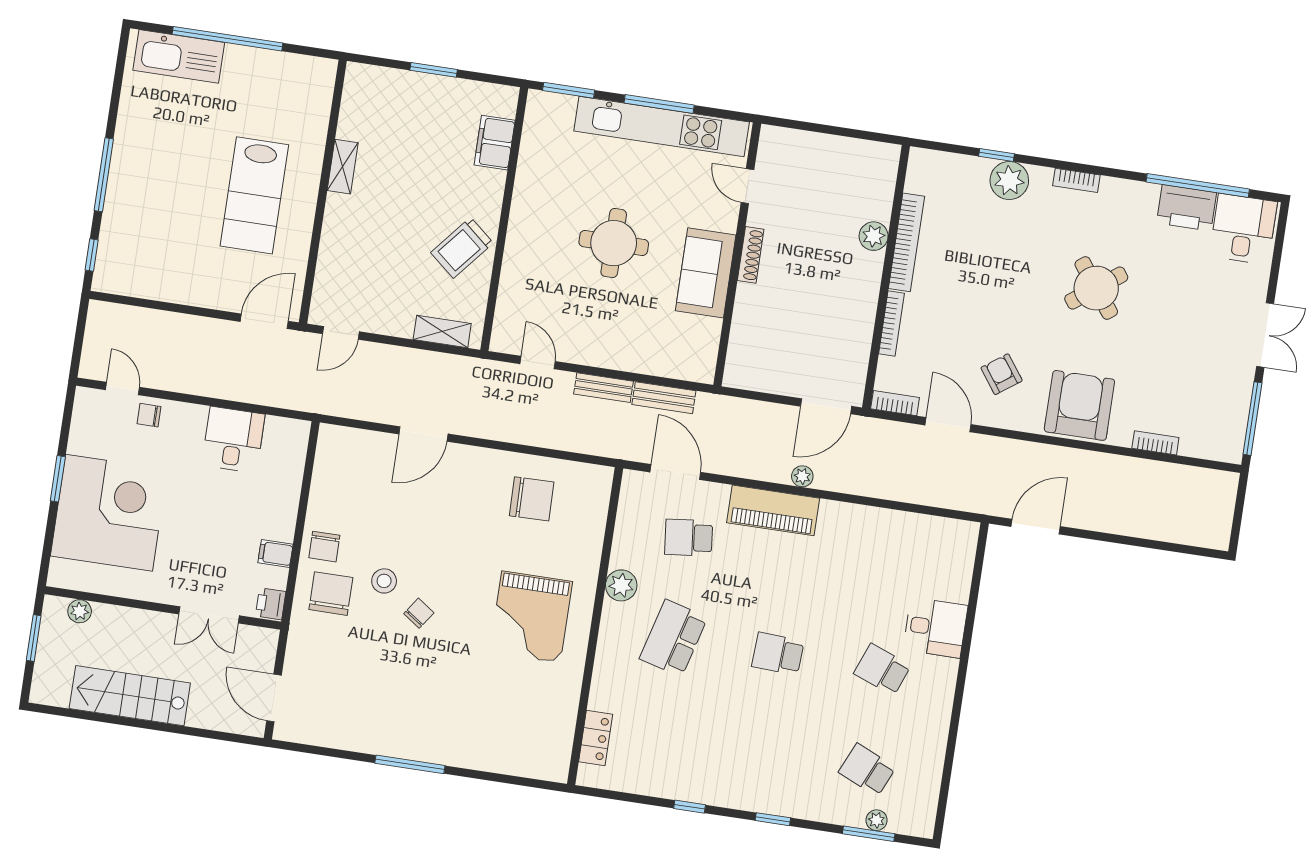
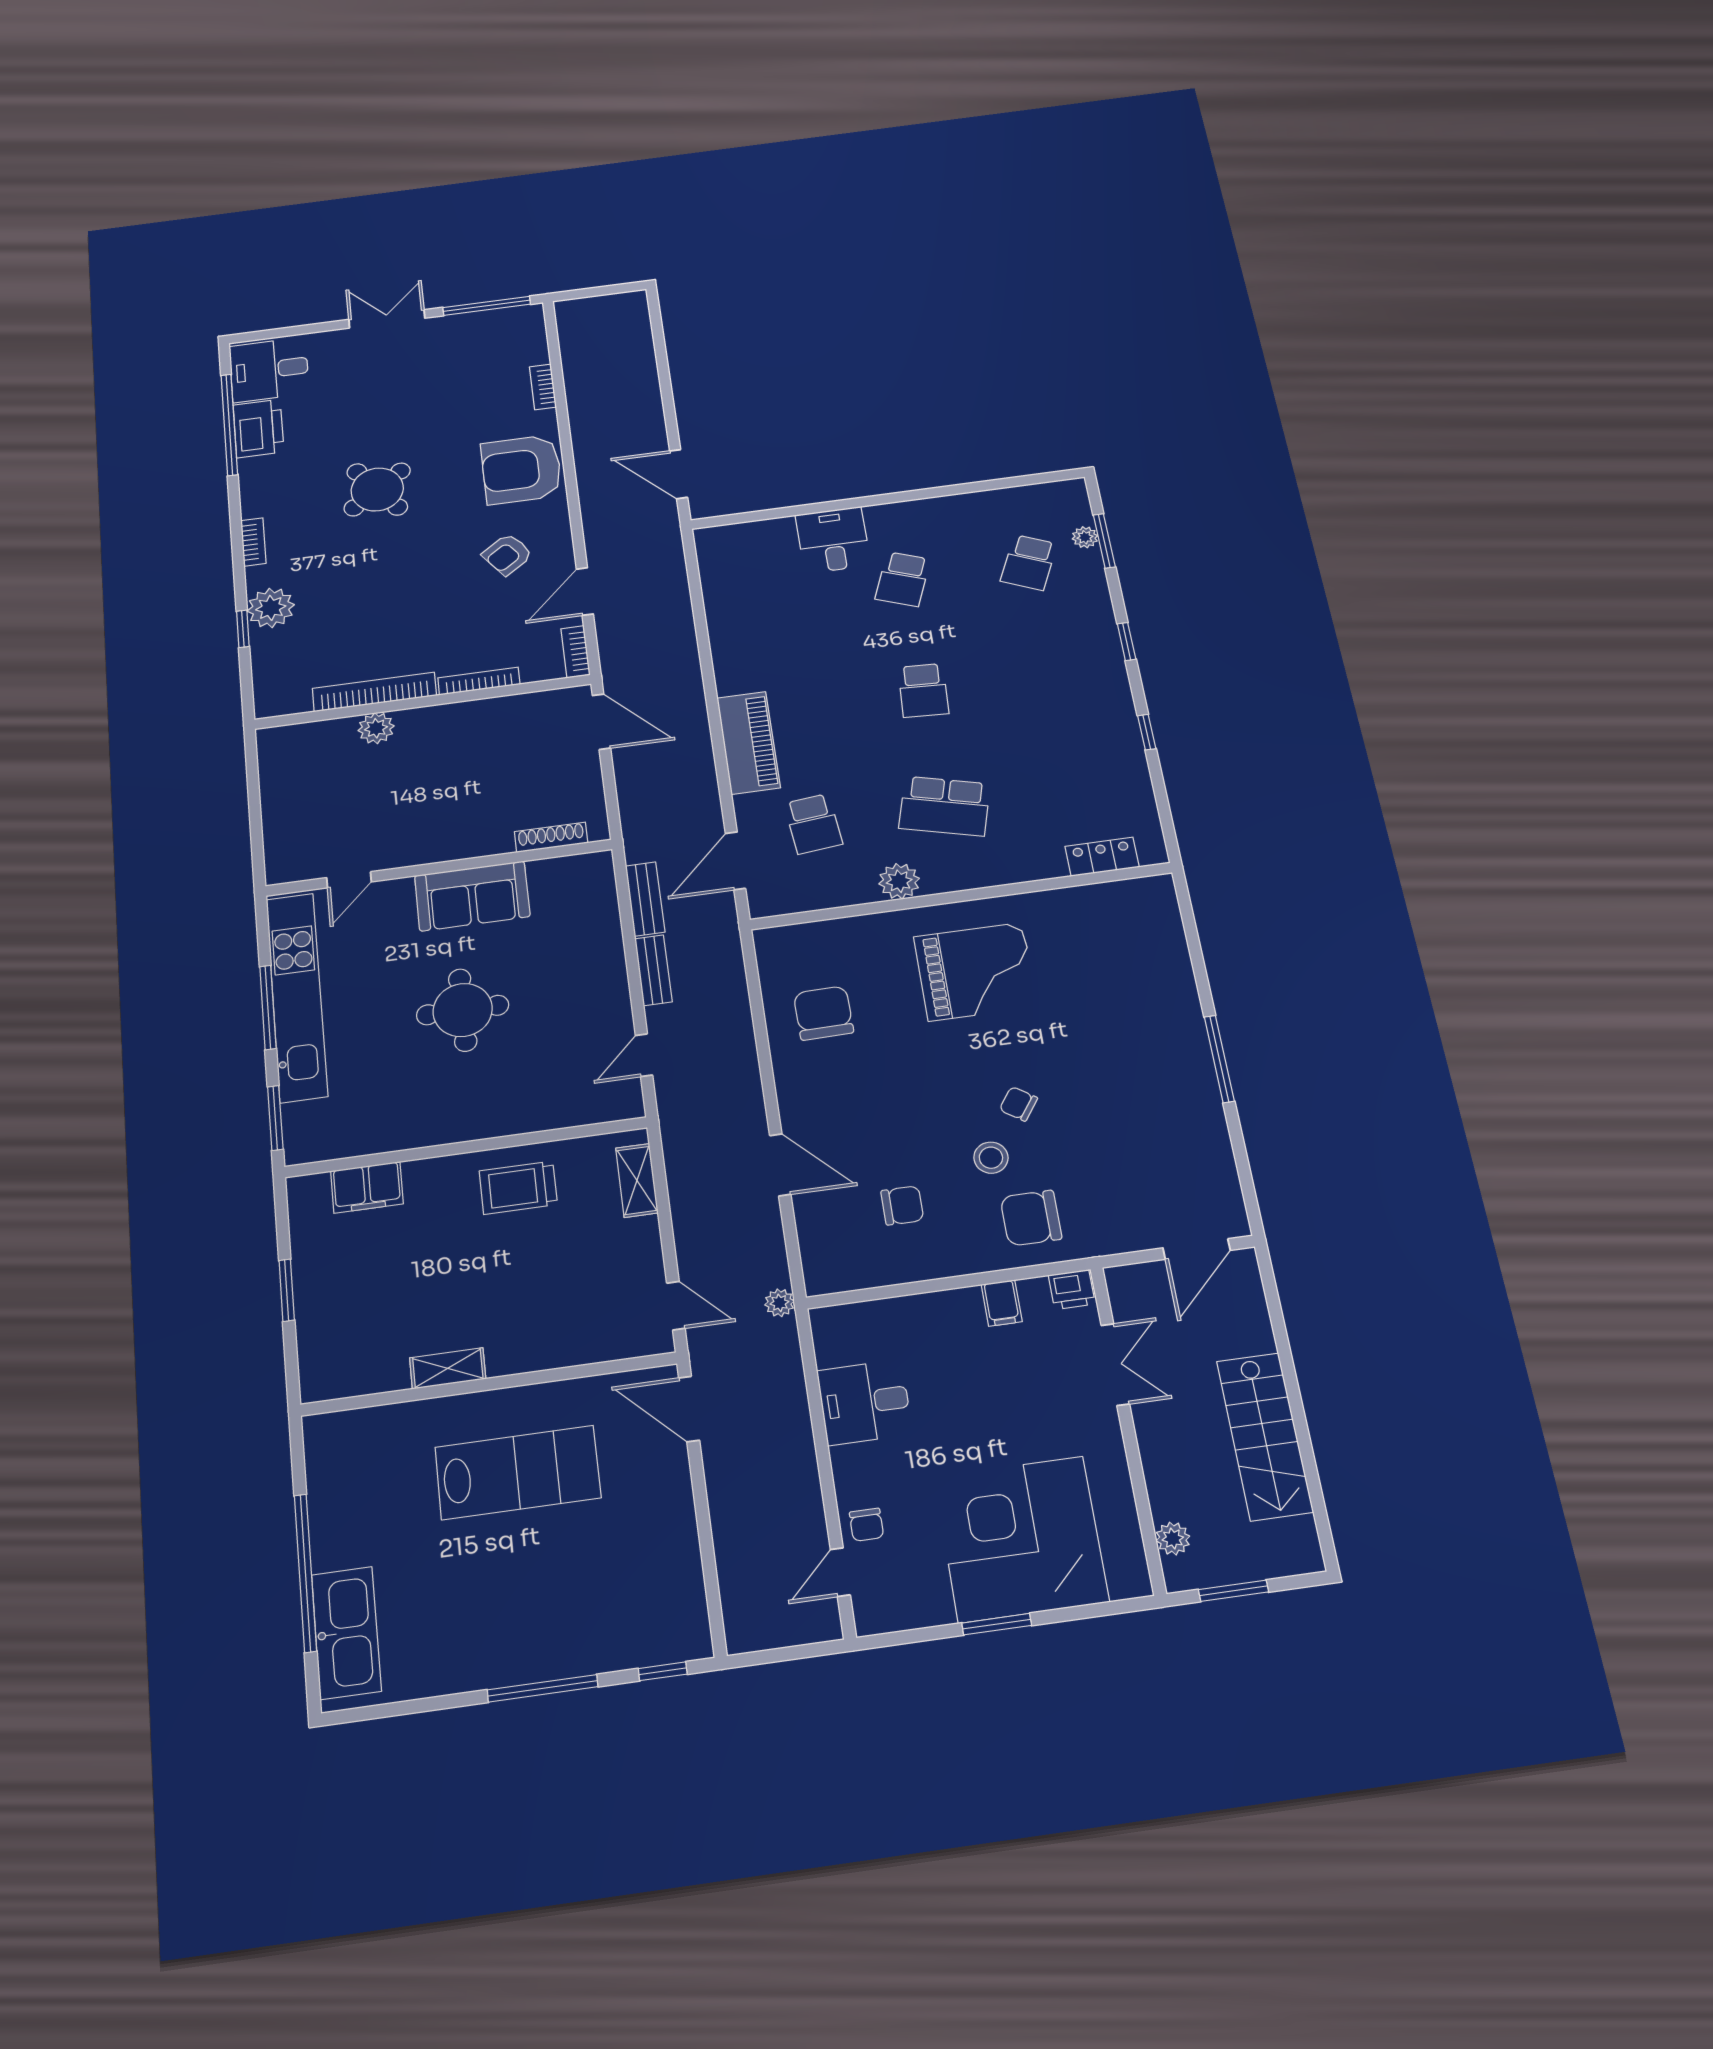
trolley: (462, 248) -> (518, 1188), turned 140
shoe rack: (751, 255) -> (551, 837), moved
plant: (802, 476) -> (780, 1303), moved
chair: (324, 547) -> (902, 1205), moved

